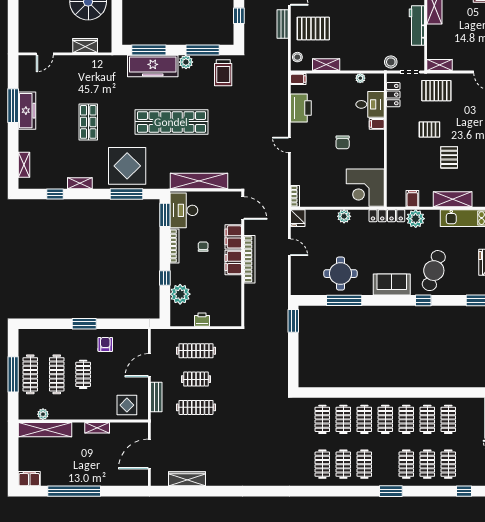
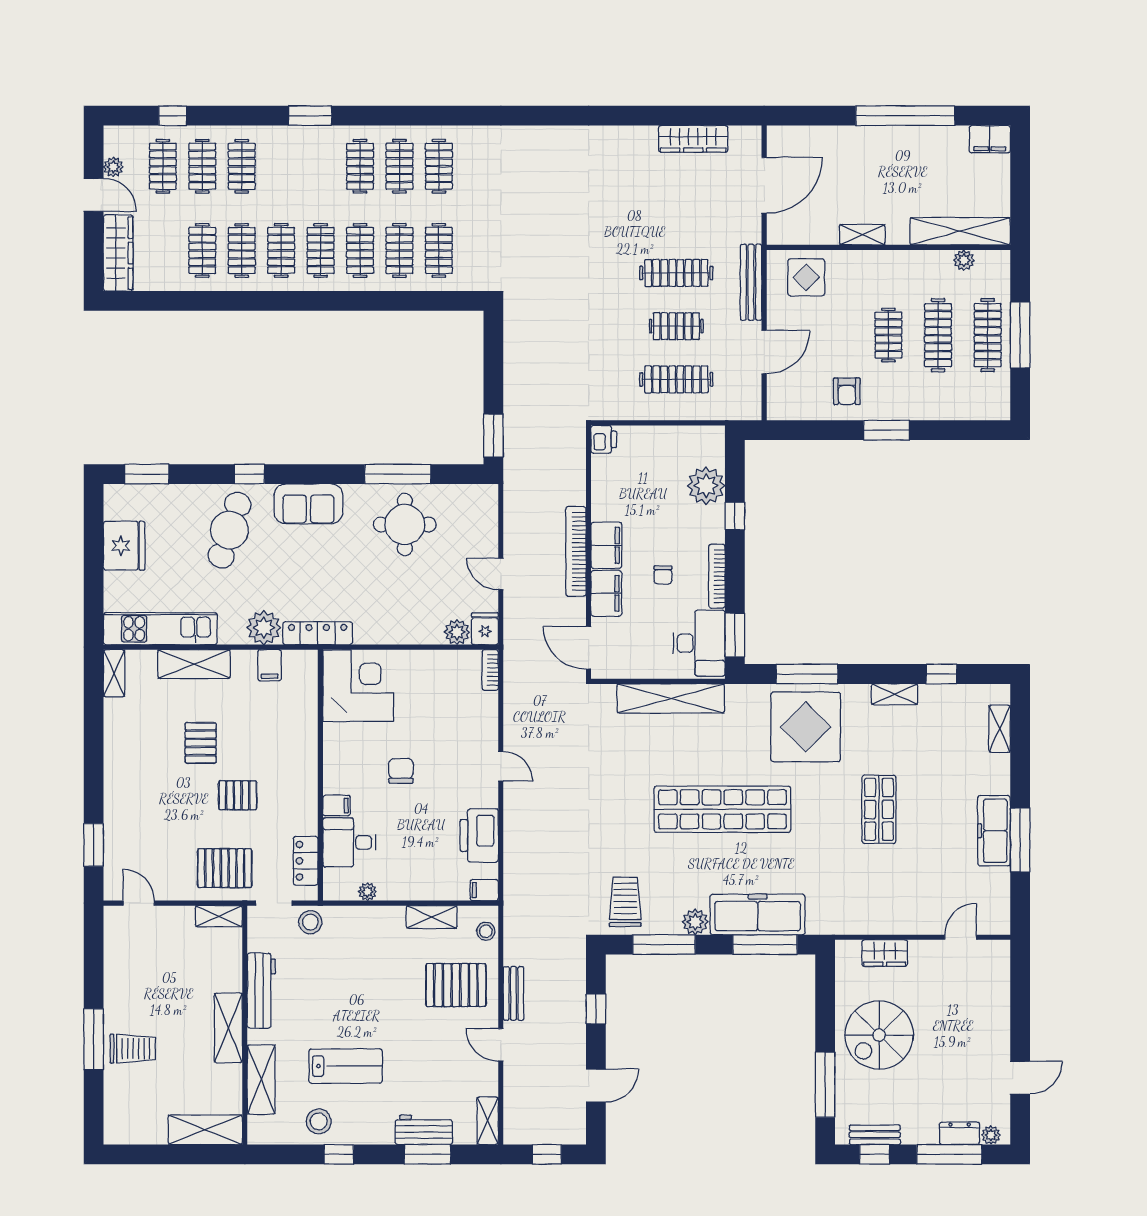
plant: (344, 216) -> (457, 632), moved
printer: (202, 320) -> (604, 439), moved, turned -90
bench: (156, 397) -> (751, 282), width x1.36
clothes rail: (406, 464) -> (163, 166), moved

